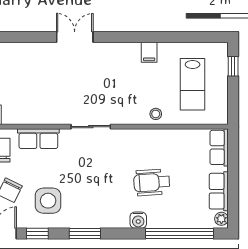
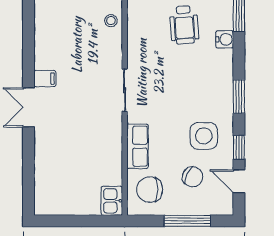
filing cabinet: (149, 52) -> (45, 79), moved

